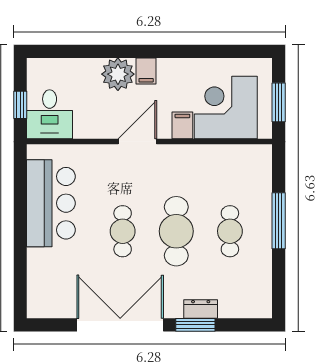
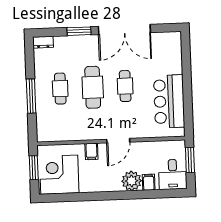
filing cabinet: (146, 71) -> (149, 182), moved
window: (20, 105) -> (190, 160), width x1.50
corner desk: (226, 108) -> (59, 175), moved, turned 180
desk: (50, 114) -> (173, 174), moved, turned 180
dresser: (201, 309) -> (43, 42), moved

